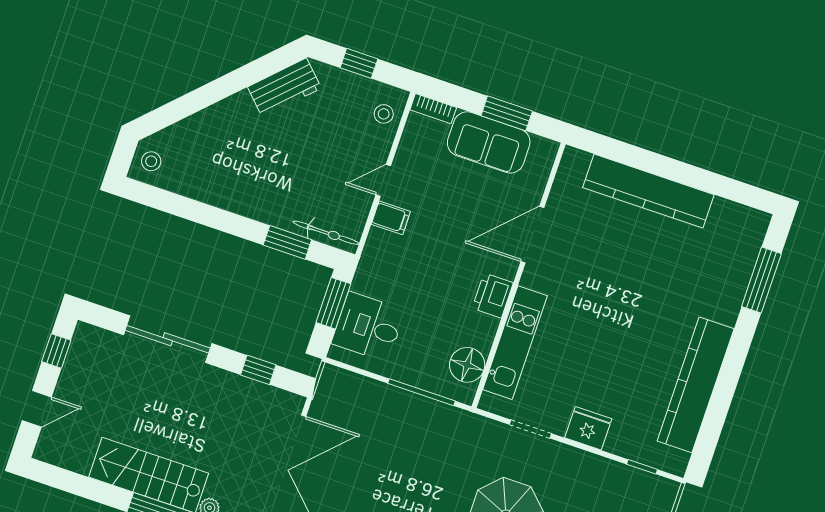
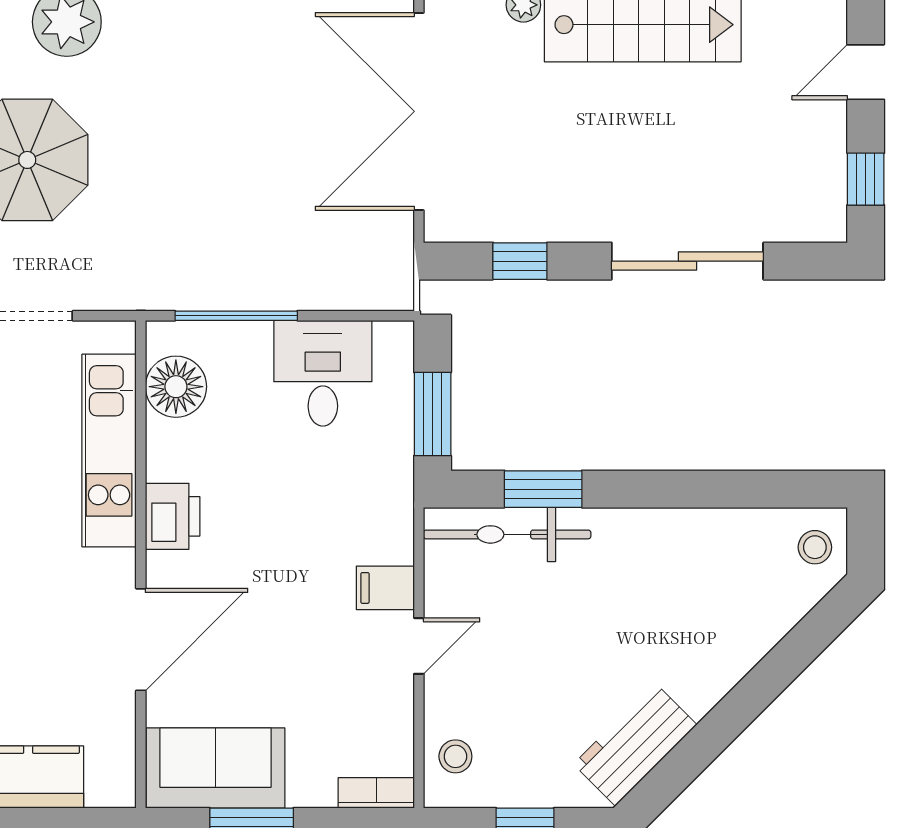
sofa: (489, 142) -> (216, 768), moved
bicycle: (326, 233) -> (507, 534), width x1.37, depth x1.40
desk: (368, 327) -> (323, 373), moved, turned -90

